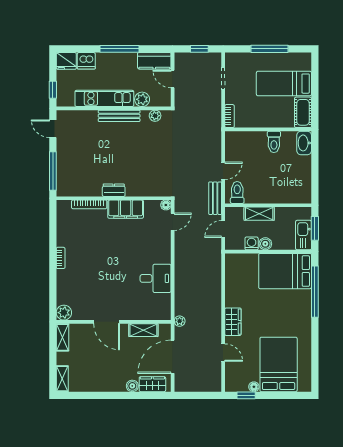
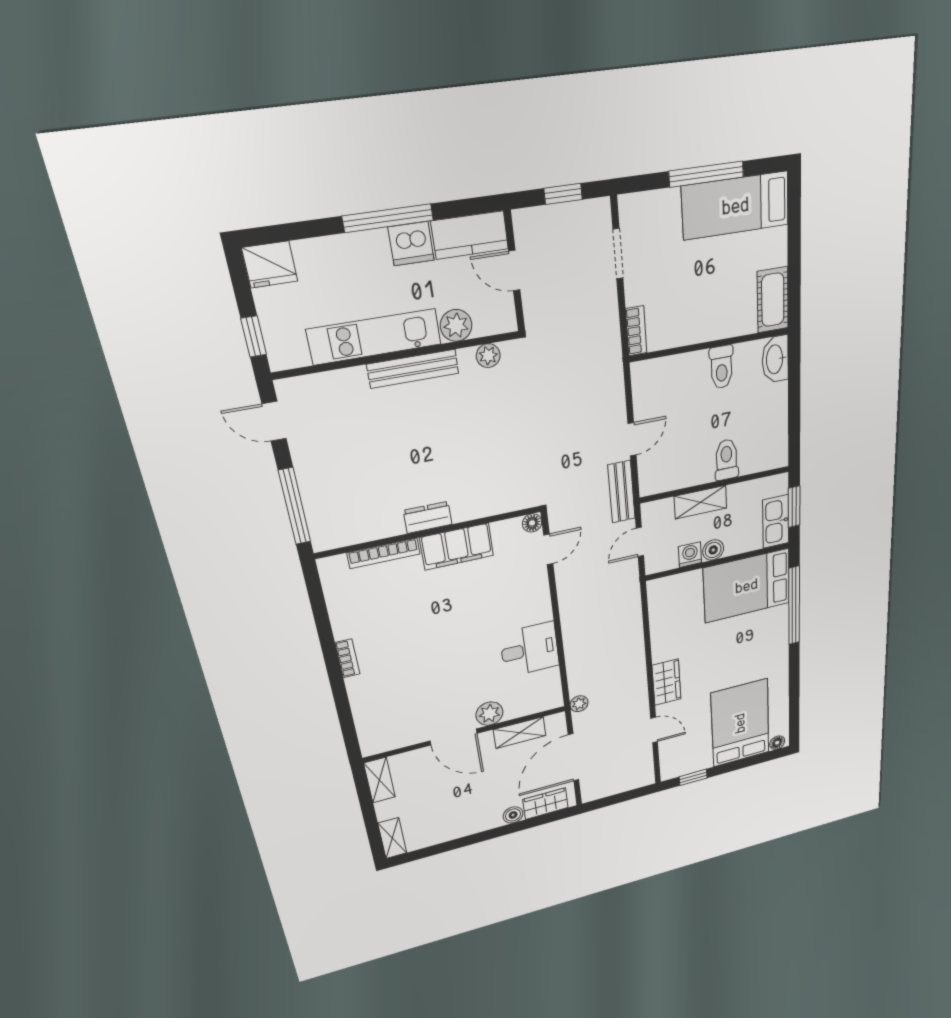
dishwasher: (86, 61) -> (411, 244), moved
bed: (284, 84) -> (736, 206), moved
toilet: (237, 192) -> (727, 460), moved
plant: (64, 313) -> (489, 714), moved
floor lamp: (254, 387) -> (777, 743), moved

